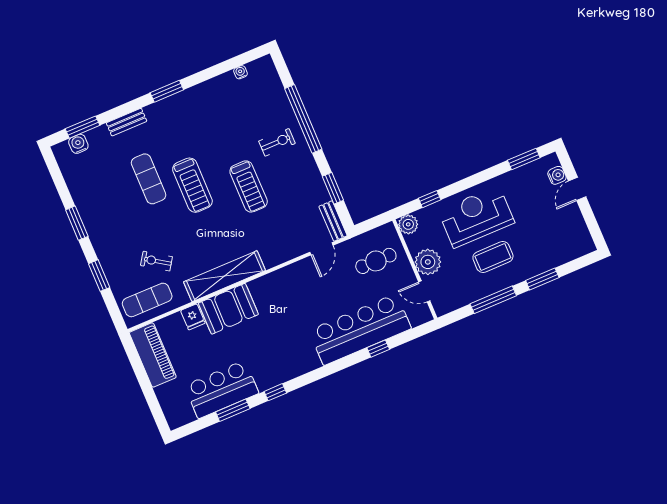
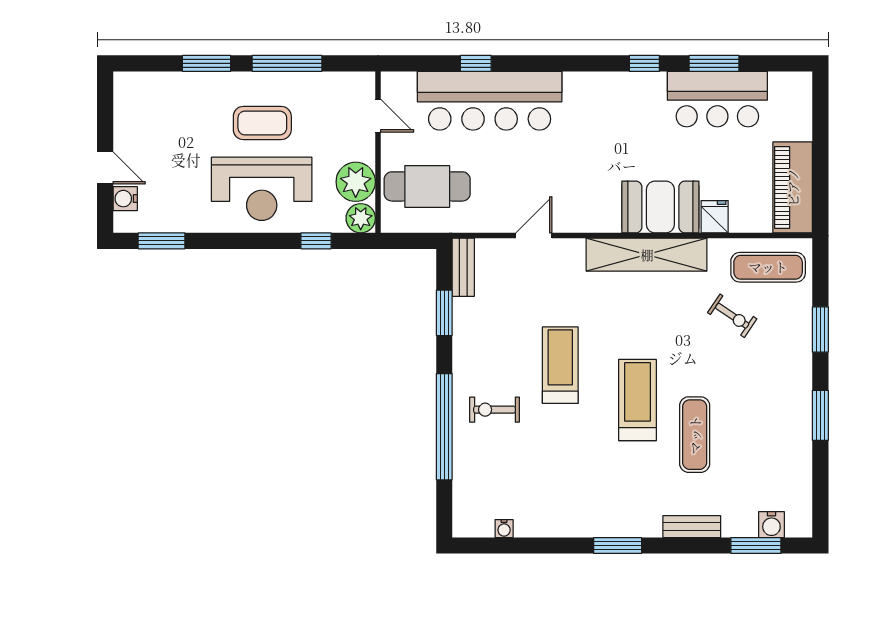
door: (577, 189) -> (105, 168), hinge flipped
door: (321, 249) -> (534, 236), moved
cafe table: (376, 261) -> (427, 186), width x1.37, depth x1.35
plant: (428, 262) -> (356, 182), moved

